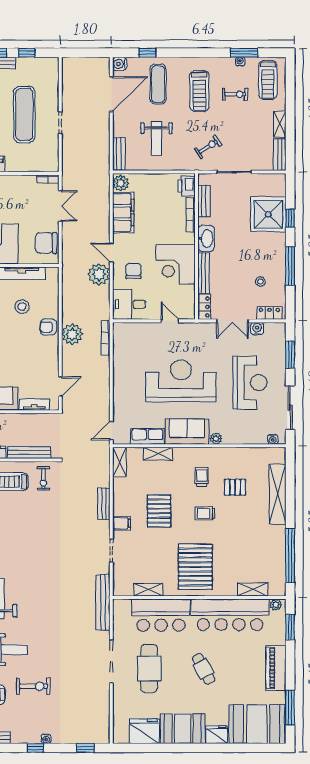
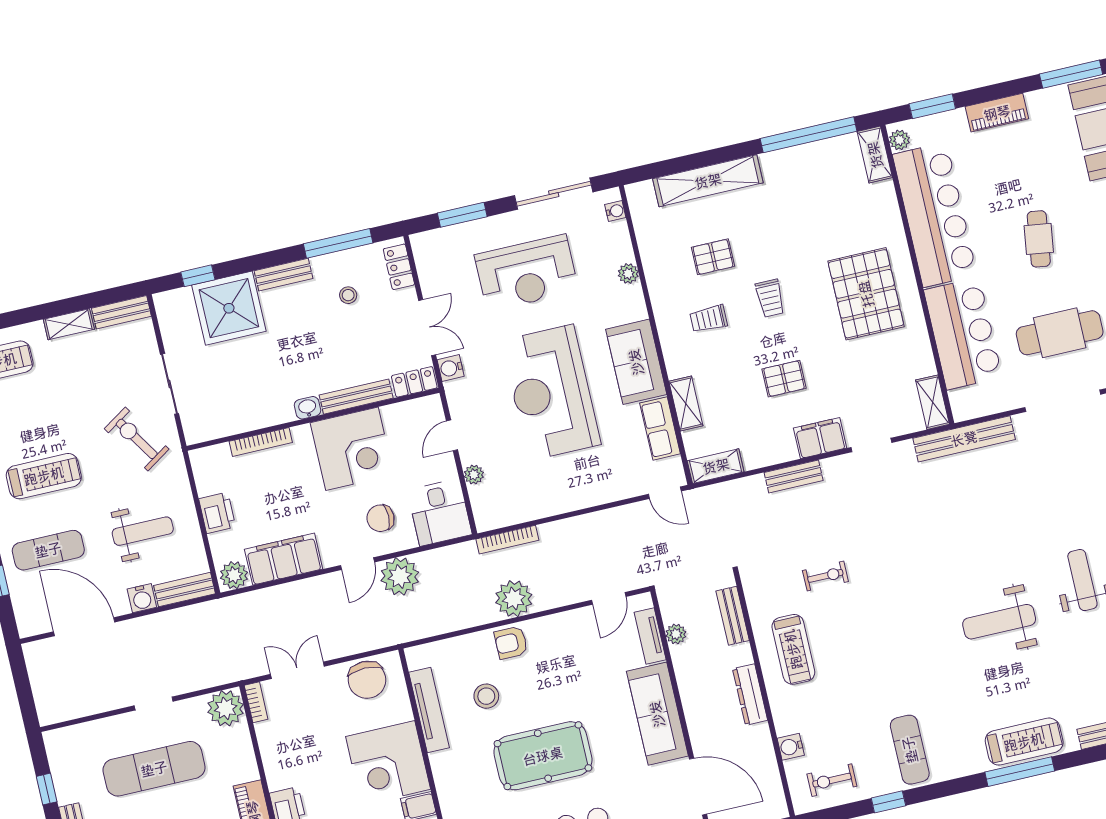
water cooler: (120, 64) -> (142, 598), moved
exercise bike: (235, 94) -> (35, 413), removed
exercise bike: (208, 147) -> (137, 439), width x1.38, depth x1.39
plant: (48, 162) -> (226, 708), added
printer: (187, 186) -> (217, 513), moved, turned -90
bench: (204, 201) -> (284, 275), moved
window: (290, 218) -> (198, 276), moved
washbasin: (206, 238) -> (307, 408), width x0.52, depth x0.69
window: (290, 266) -> (338, 243), moved
armchair: (48, 327) -> (511, 643), turned 90
plant: (146, 328) -> (474, 475), added
water cooler: (257, 329) -> (451, 368), moved
reception desk: (250, 383) -> (527, 273), turned 180
door: (60, 386) -> (609, 598), swing flipped
plant: (32, 419) -> (676, 634), added
plant: (216, 438) -> (628, 274), moved
bench: (29, 452) -> (733, 616), width x0.73
exercise bike: (43, 479) -> (825, 576), moved
pallet: (235, 487) -> (713, 257), turned 90
pallet: (159, 511) -> (784, 379), width x0.67, depth x0.71
filing cabinet: (122, 523) -> (820, 438), width x2.00
pallet: (195, 567) -> (866, 294), turned 90
shelving: (253, 589) -> (875, 155), moved
shelving: (148, 590) -> (932, 402), moved
piano: (276, 668) -> (997, 113), width x0.73, depth x0.75
cafe table: (204, 669) -> (1039, 239), turned -53

